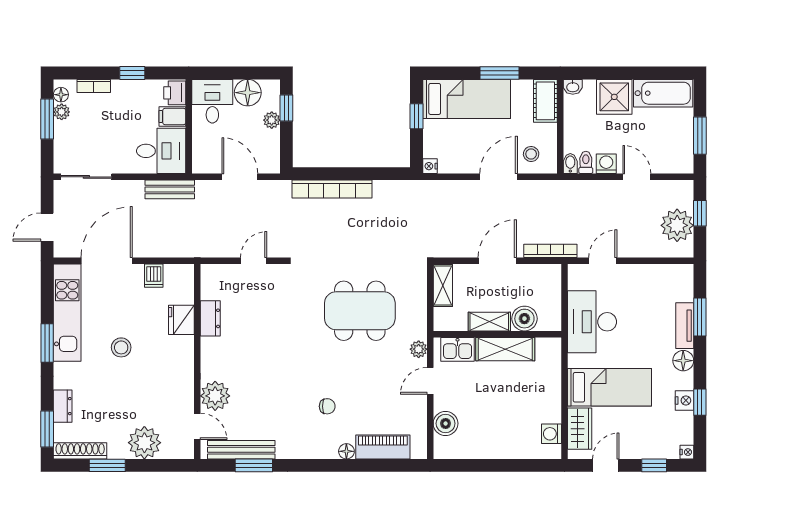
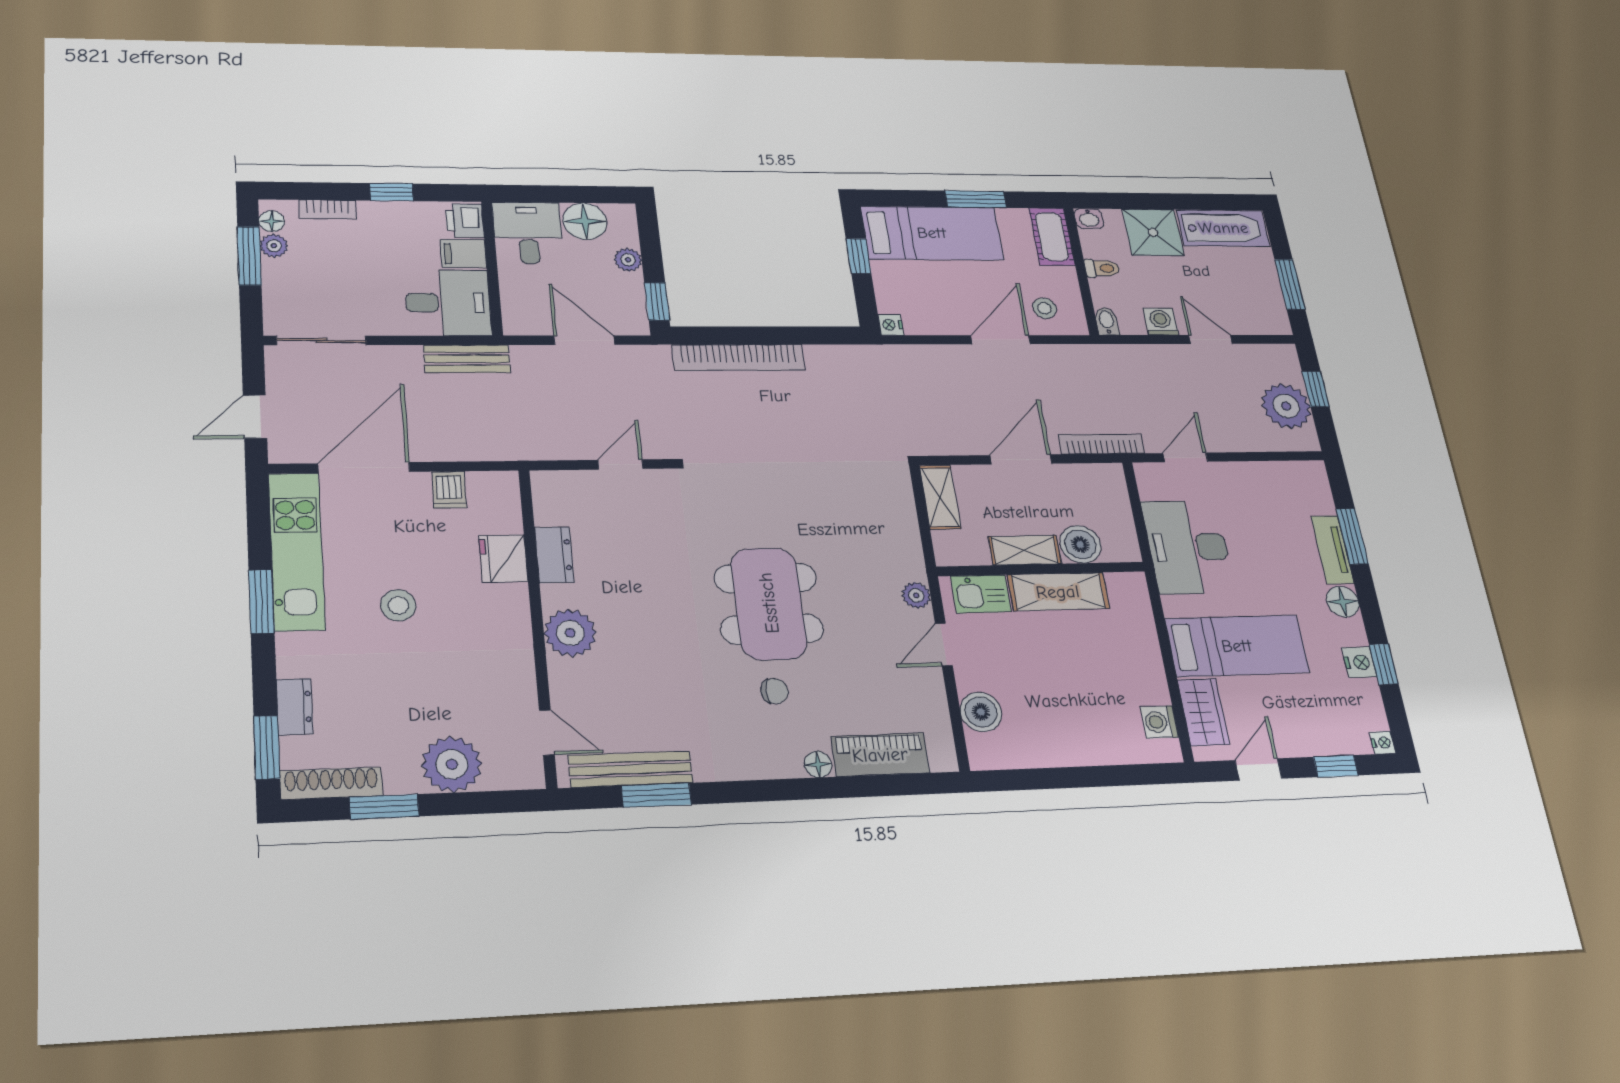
window: (286, 108) -> (657, 301), moved
toilet: (586, 162) -> (1102, 268), moved, turned 90
dining table: (360, 311) -> (769, 603), moved, turned 90
plant: (215, 396) -> (570, 633), moved

